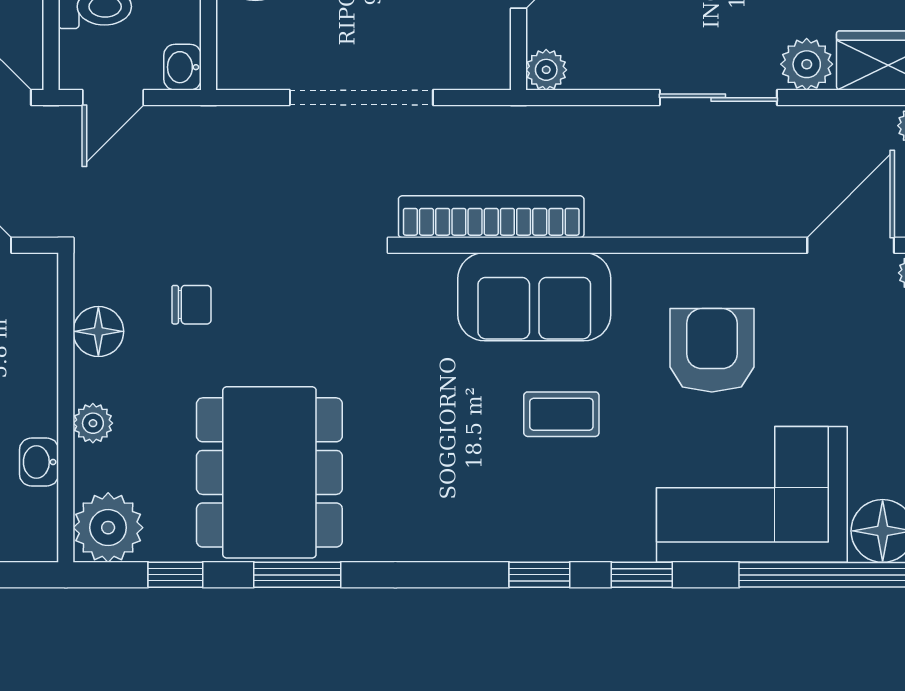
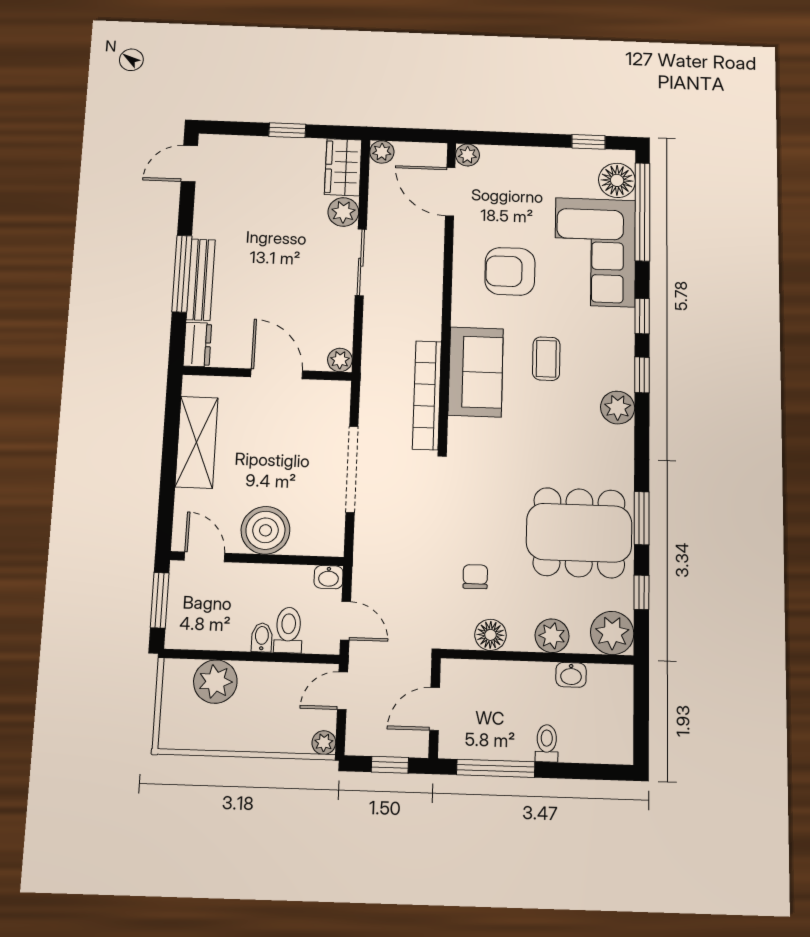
plant: (93, 423) -> (552, 636), width x1.38, depth x1.38
plant: (482, 534) -> (618, 408), added

